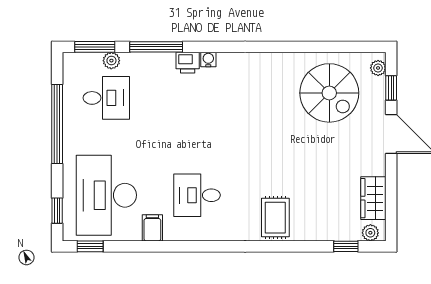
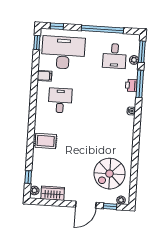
printer: (188, 63) -> (131, 85), moved

